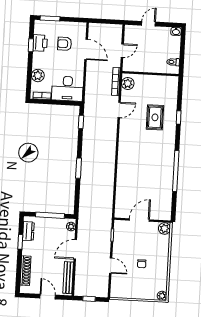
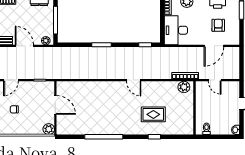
door: (119, 110) -> (134, 80), moved

